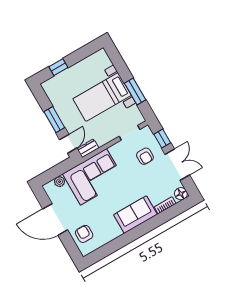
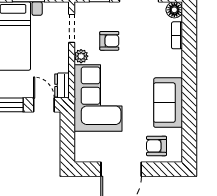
armchair: (145, 156) -> (109, 41), moved
plant: (59, 182) -> (81, 56), moved
sofa: (135, 215) -> (168, 103), moved

